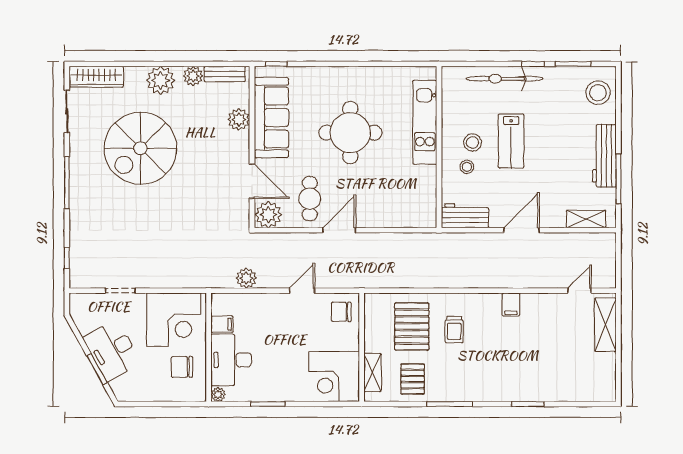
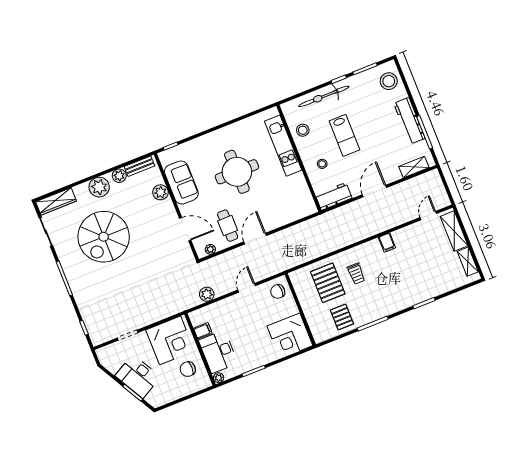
sofa: (271, 118) -> (181, 183), width x0.73
stool: (473, 143) -> (303, 130), moved
plant: (268, 215) -> (210, 249), width x0.53, depth x0.53
shelving: (372, 372) -> (468, 262), moved

